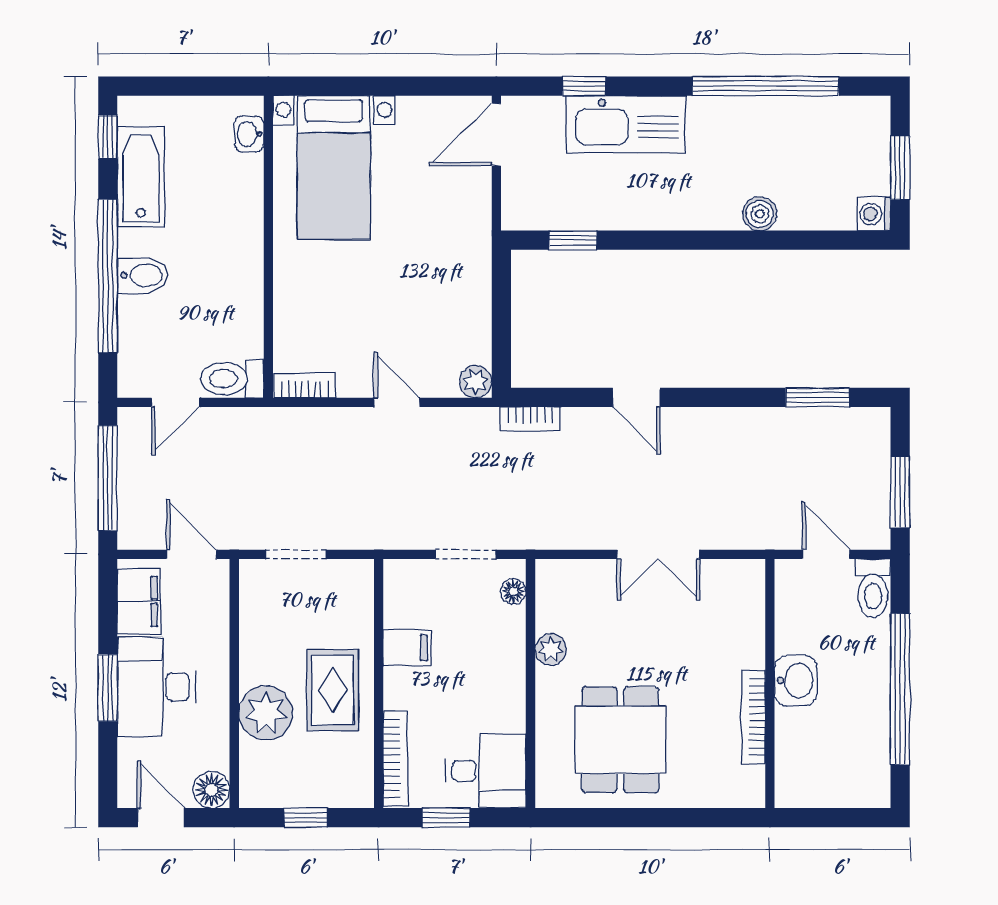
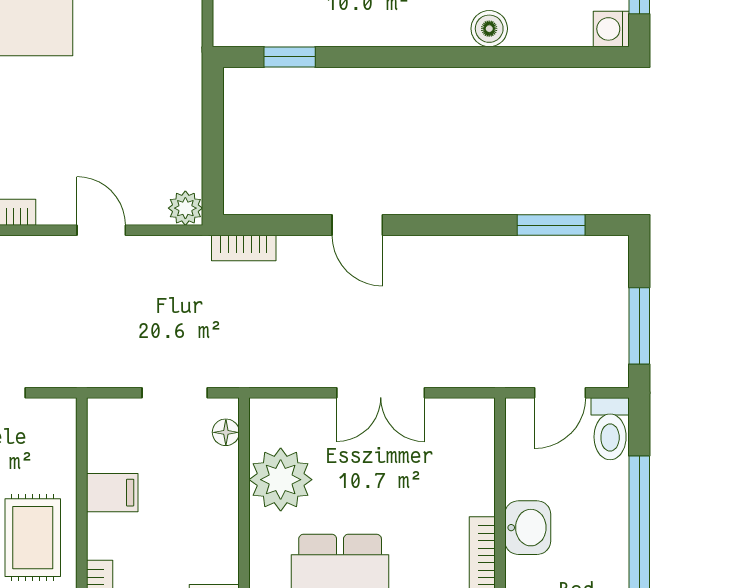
door: (826, 554) -> (560, 393), swing flipped
plant: (551, 649) -> (281, 480), width x1.87, depth x1.87

